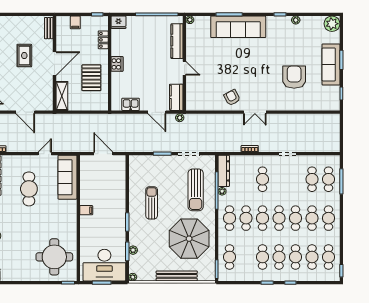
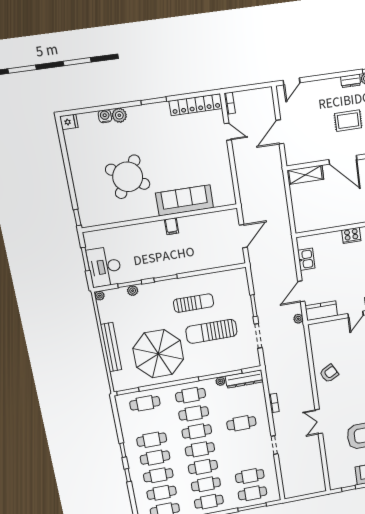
pallet: (91, 78) -> (331, 208), removed
double door: (255, 112) -> (319, 422), moved
door: (45, 154) -> (228, 132), moved
sofa: (67, 177) -> (185, 200), moved
cafe table: (29, 189) -> (186, 150), removed
sun lounger: (196, 190) -> (211, 331), moved
round table: (54, 257) -> (128, 177), moved, turned 32
desk: (104, 265) -> (105, 267), width x0.73, depth x0.77

